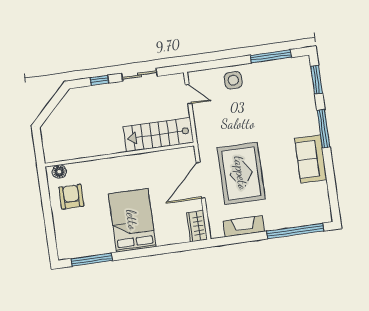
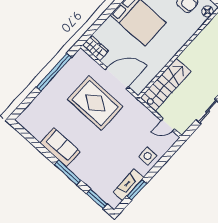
window: (271, 56) -> (137, 190), width x0.69
door: (201, 180) -> (117, 78), hinge flipped
fireplace: (244, 226) -> (128, 185), moved, turned 180
window: (295, 231) -> (54, 72), moved

